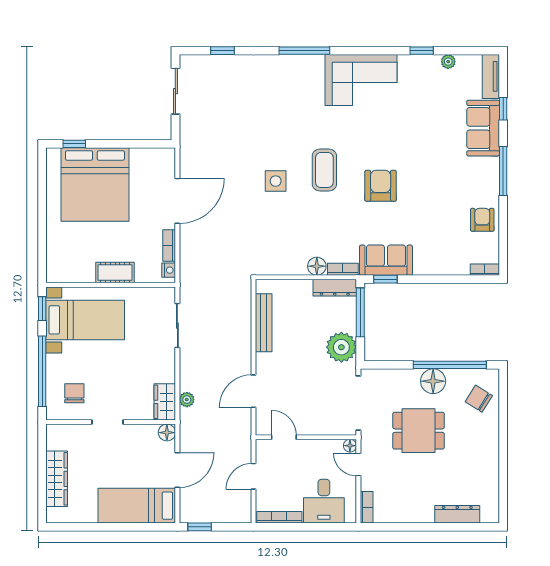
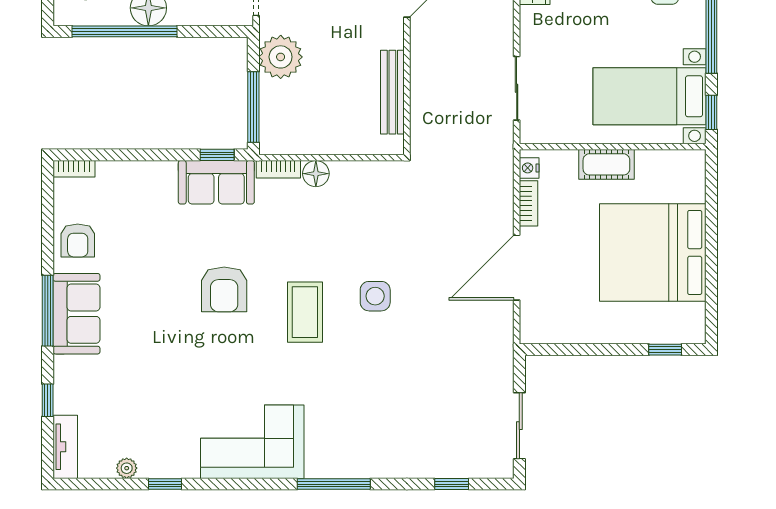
sofa: (483, 128) -> (76, 314), moved
bed: (95, 185) -> (653, 252), moved, turned -90
dresser: (335, 288) -> (290, 143), removed

